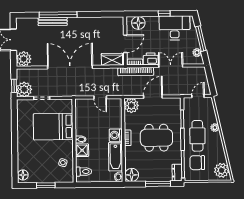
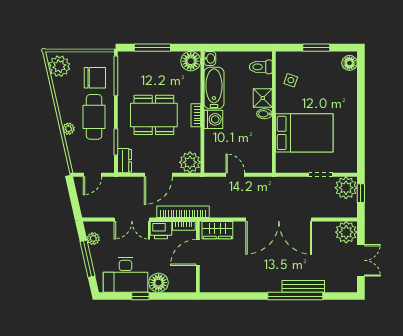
floor lamp: (138, 23) -> (159, 283), moved
dresser: (177, 173) -> (125, 161), moved

